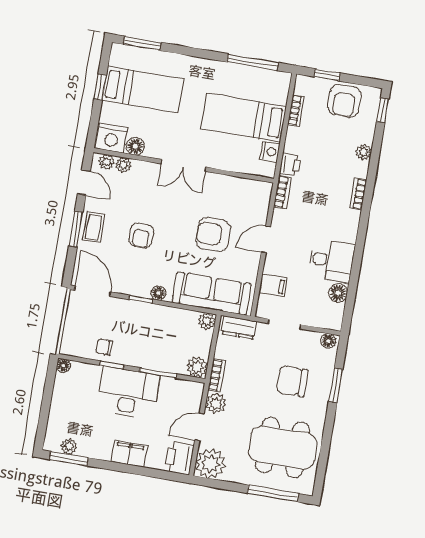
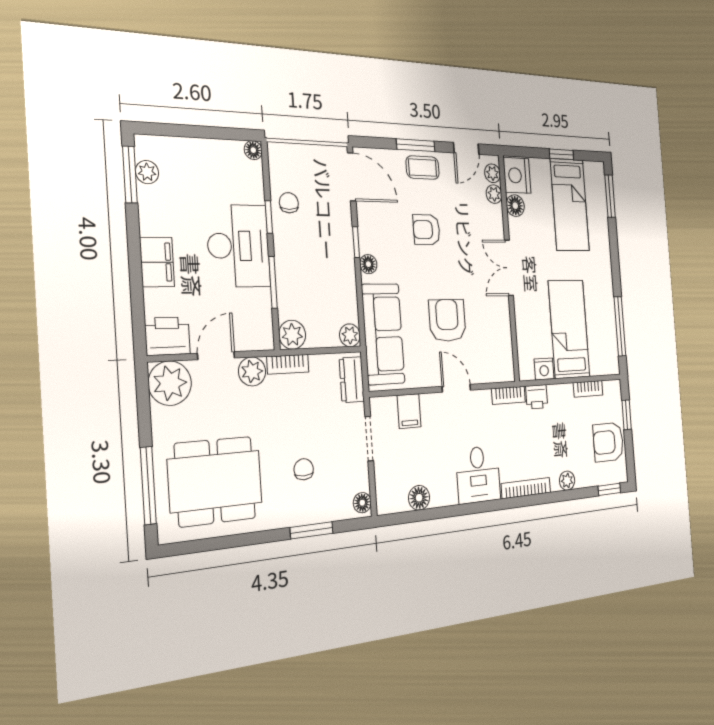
bookcase: (358, 194) -> (526, 488), width x1.56
desk: (331, 261) -> (478, 475), moved
door: (93, 291) -> (352, 177), hinge flipped
chair: (292, 381) -> (304, 469), width x0.54, depth x0.54
door: (199, 427) -> (216, 356), hinge flipped
dining table: (283, 447) -> (215, 481), turned 90

